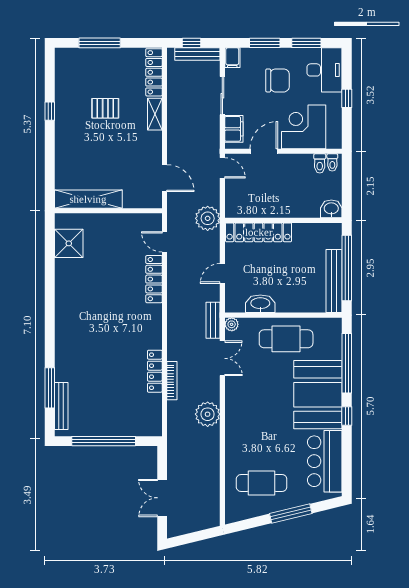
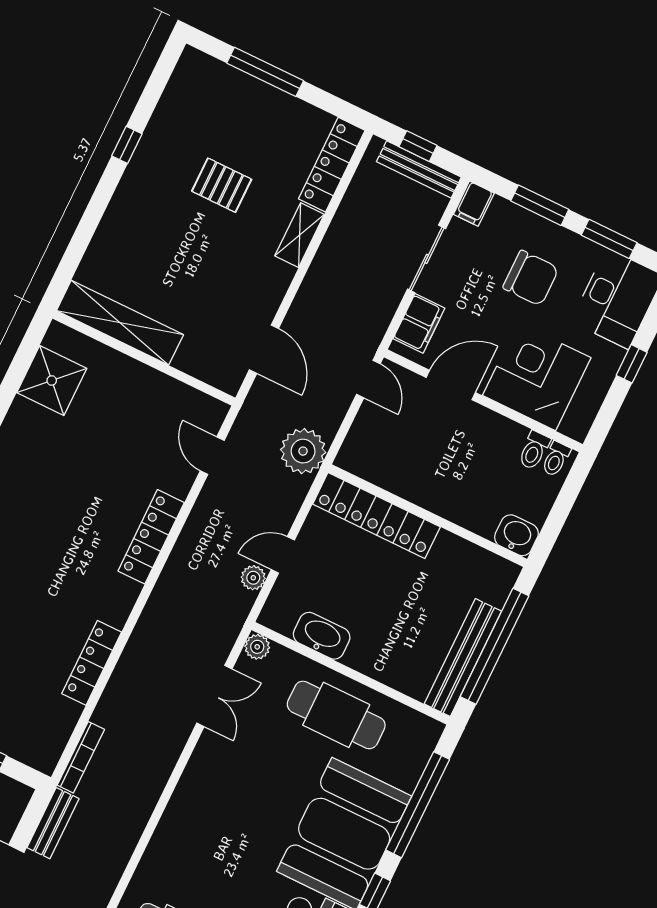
locker: (154, 279) -> (151, 537), moved
bench: (213, 320) -> (53, 823), moved
bookcase: (172, 381) -> (81, 757), moved
plant: (208, 414) -> (253, 578), moved, width x0.53, depth x0.53

